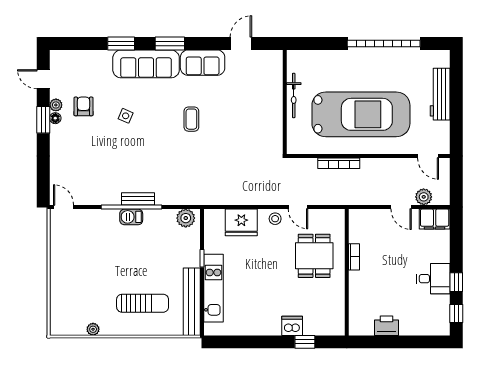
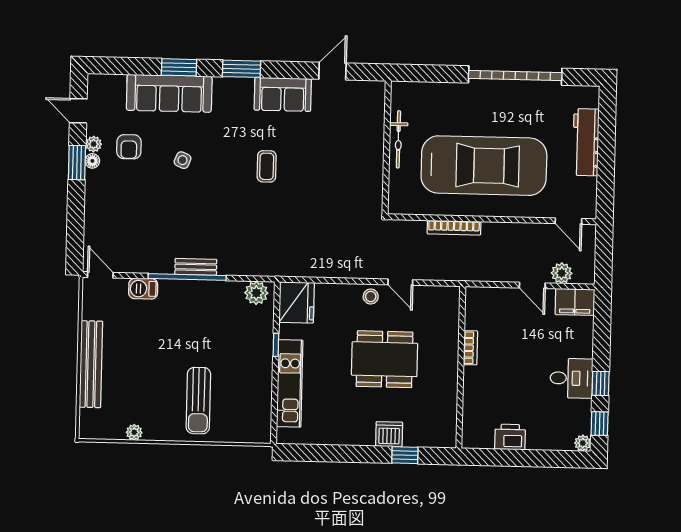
sofa: (146, 64) -> (169, 93), moved
armchair: (84, 106) -> (129, 147), turned 180
barbecue: (131, 217) -> (143, 289), moved
fridge: (241, 222) -> (297, 302), moved, turned -90
dining table: (314, 256) -> (385, 359), moved, width x1.38
bench: (192, 302) -> (91, 364), moved
sun lounger: (143, 303) -> (198, 401), turned 90
plant: (443, 329) -> (583, 443), added

